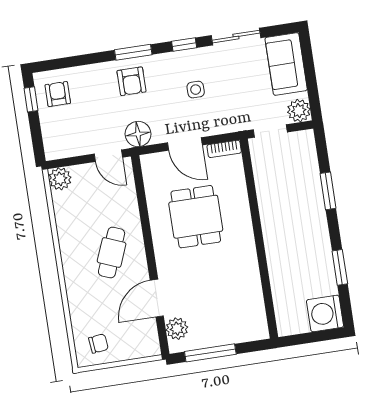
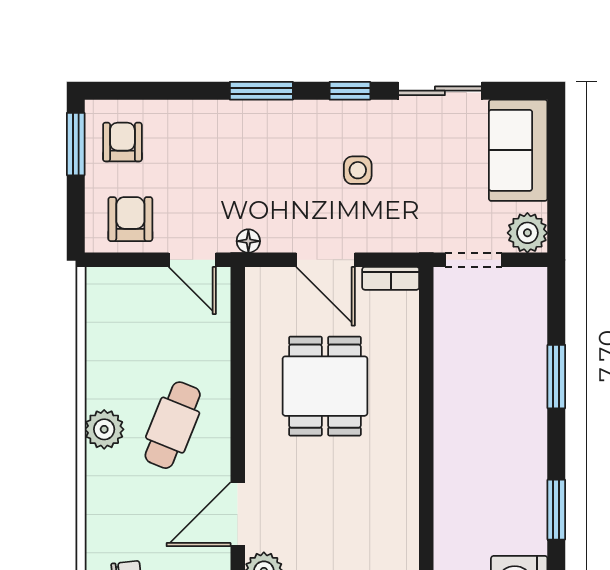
armchair: (131, 81) -> (130, 219), moved, turned 180
window: (31, 99) -> (76, 144), width x1.50
floor lamp: (138, 134) -> (248, 241), width x0.53, depth x0.53
plant: (60, 179) -> (104, 429), moved

